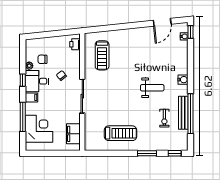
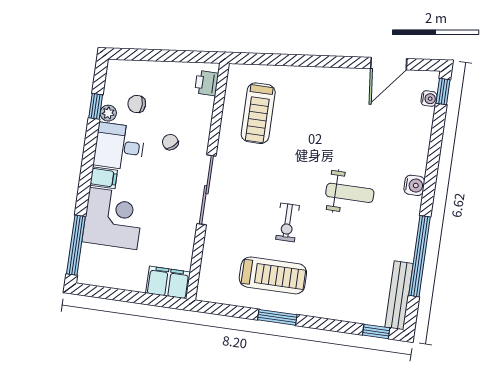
window: (23, 80) -> (96, 106), moved
bench: (183, 113) -> (399, 295), moved
window: (23, 117) -> (76, 245), moved
exercise bike: (164, 118) -> (288, 222), moved
corner desk: (39, 129) -> (113, 218), moved
filing cabinet: (73, 134) -> (168, 283), moved, turned 90
window: (147, 153) -> (277, 317), moved

